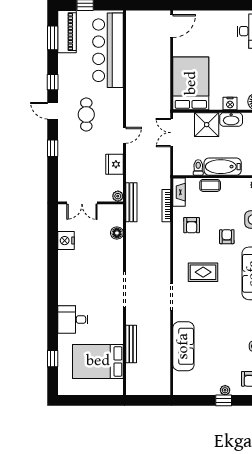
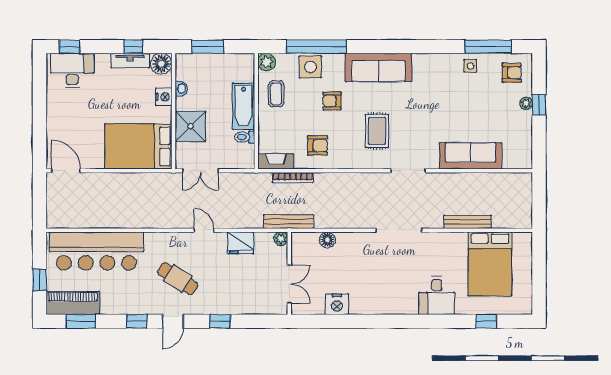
cafe table: (86, 115) -> (178, 279), turned 33
washbasin: (231, 119) -> (181, 89), width x0.52, depth x0.69
coffee table: (210, 185) -> (276, 94), moved

